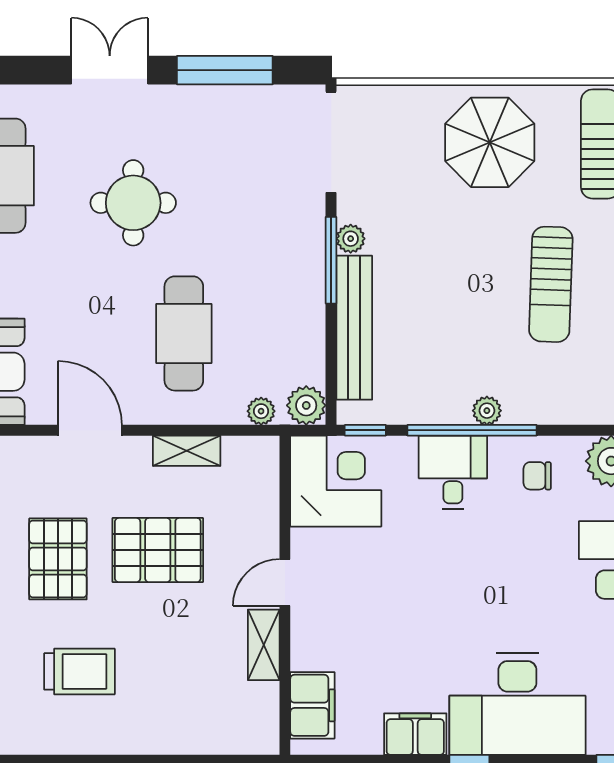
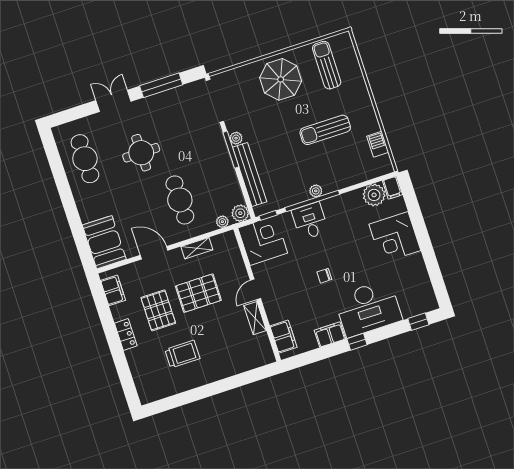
sun lounger: (551, 284) -> (325, 130), turned 88
chair: (537, 476) -> (324, 276), moved

